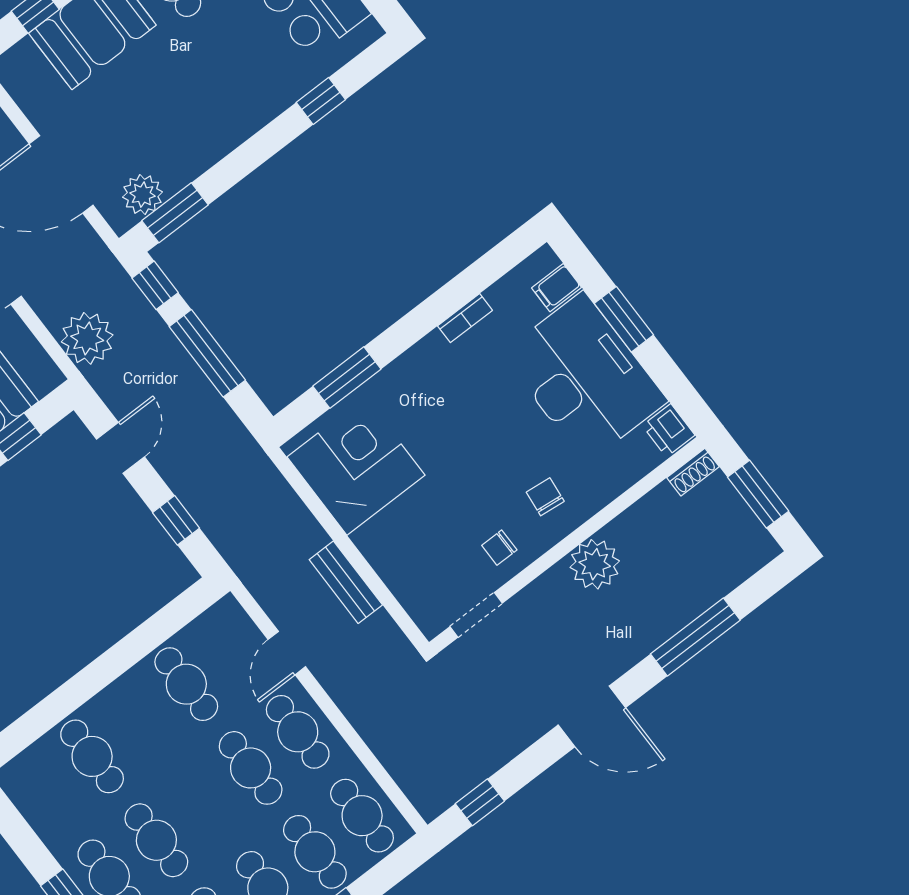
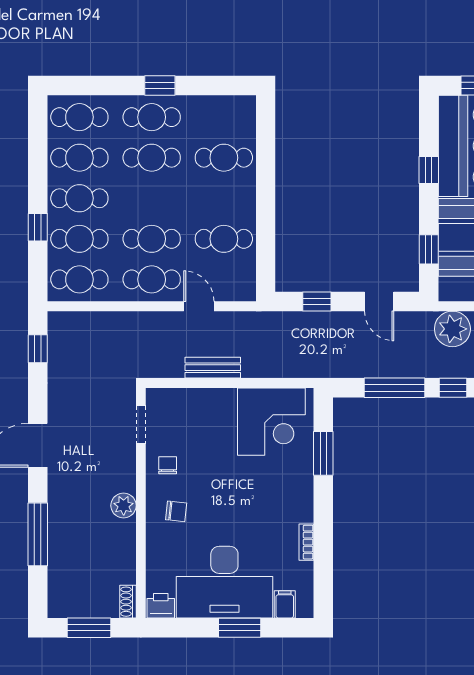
plant: (595, 564) -> (124, 506), width x0.73, depth x0.73

